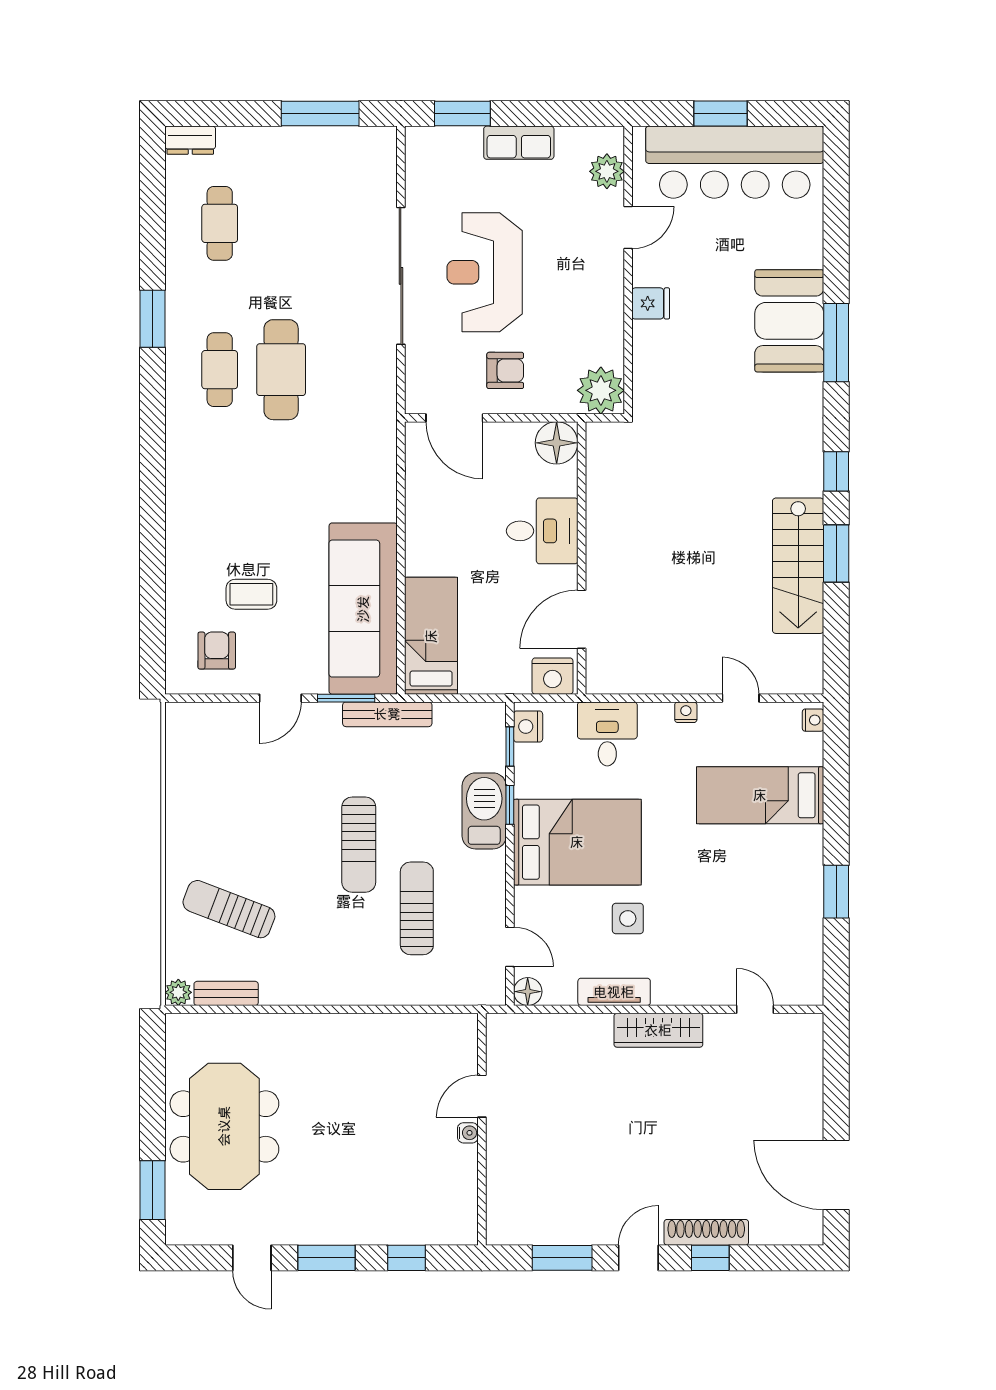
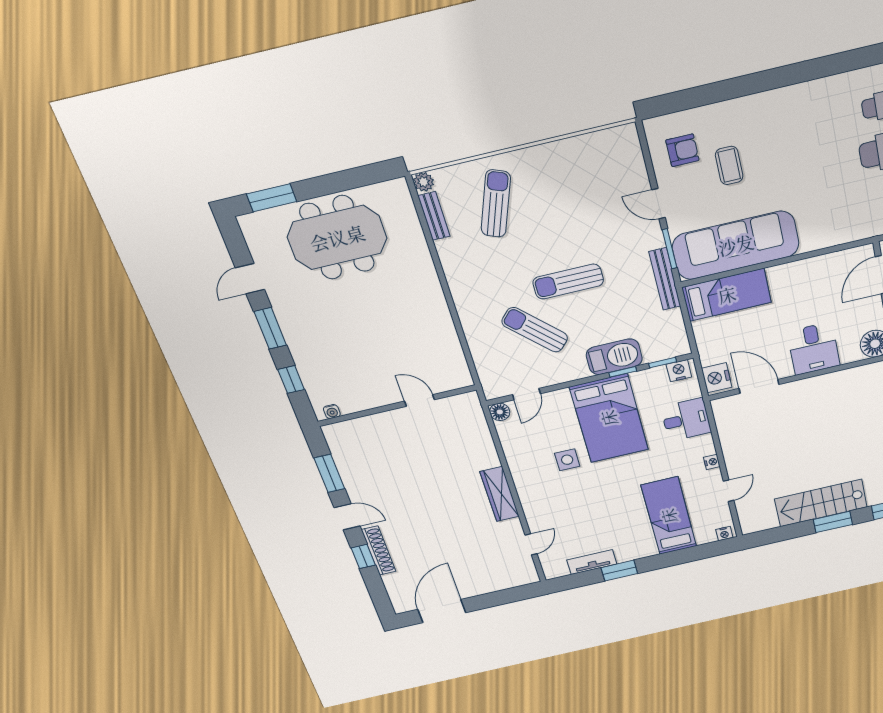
sun lounger: (417, 908) -> (535, 330), turned -136
tv unit: (614, 992) -> (592, 562), moved, turned -90
water cooler: (468, 1133) -> (332, 412), moved

